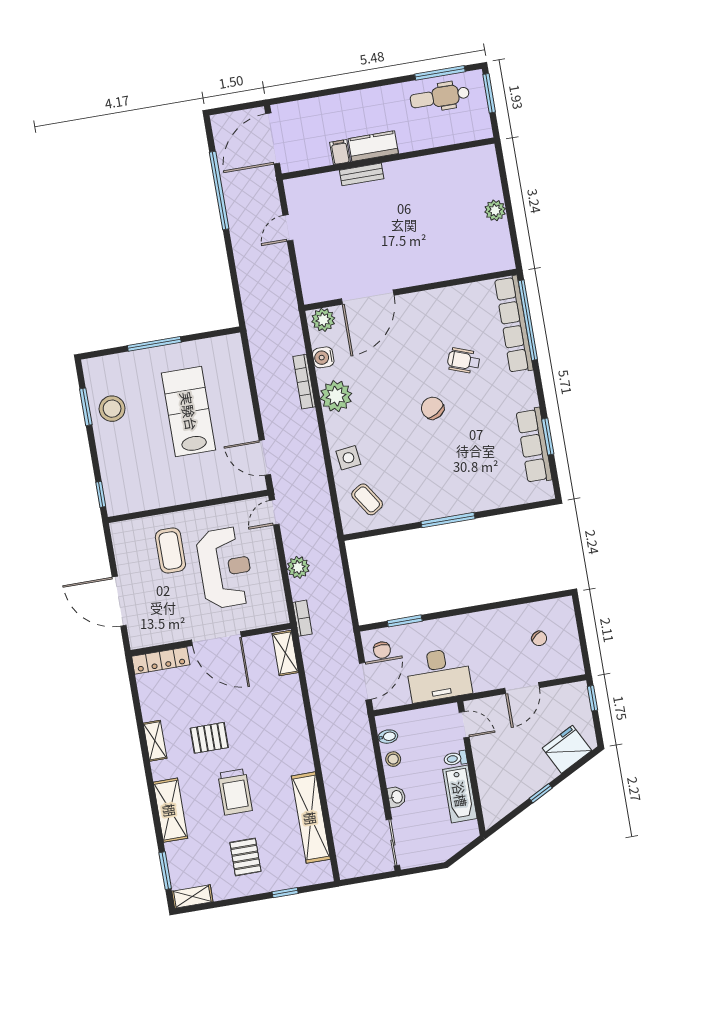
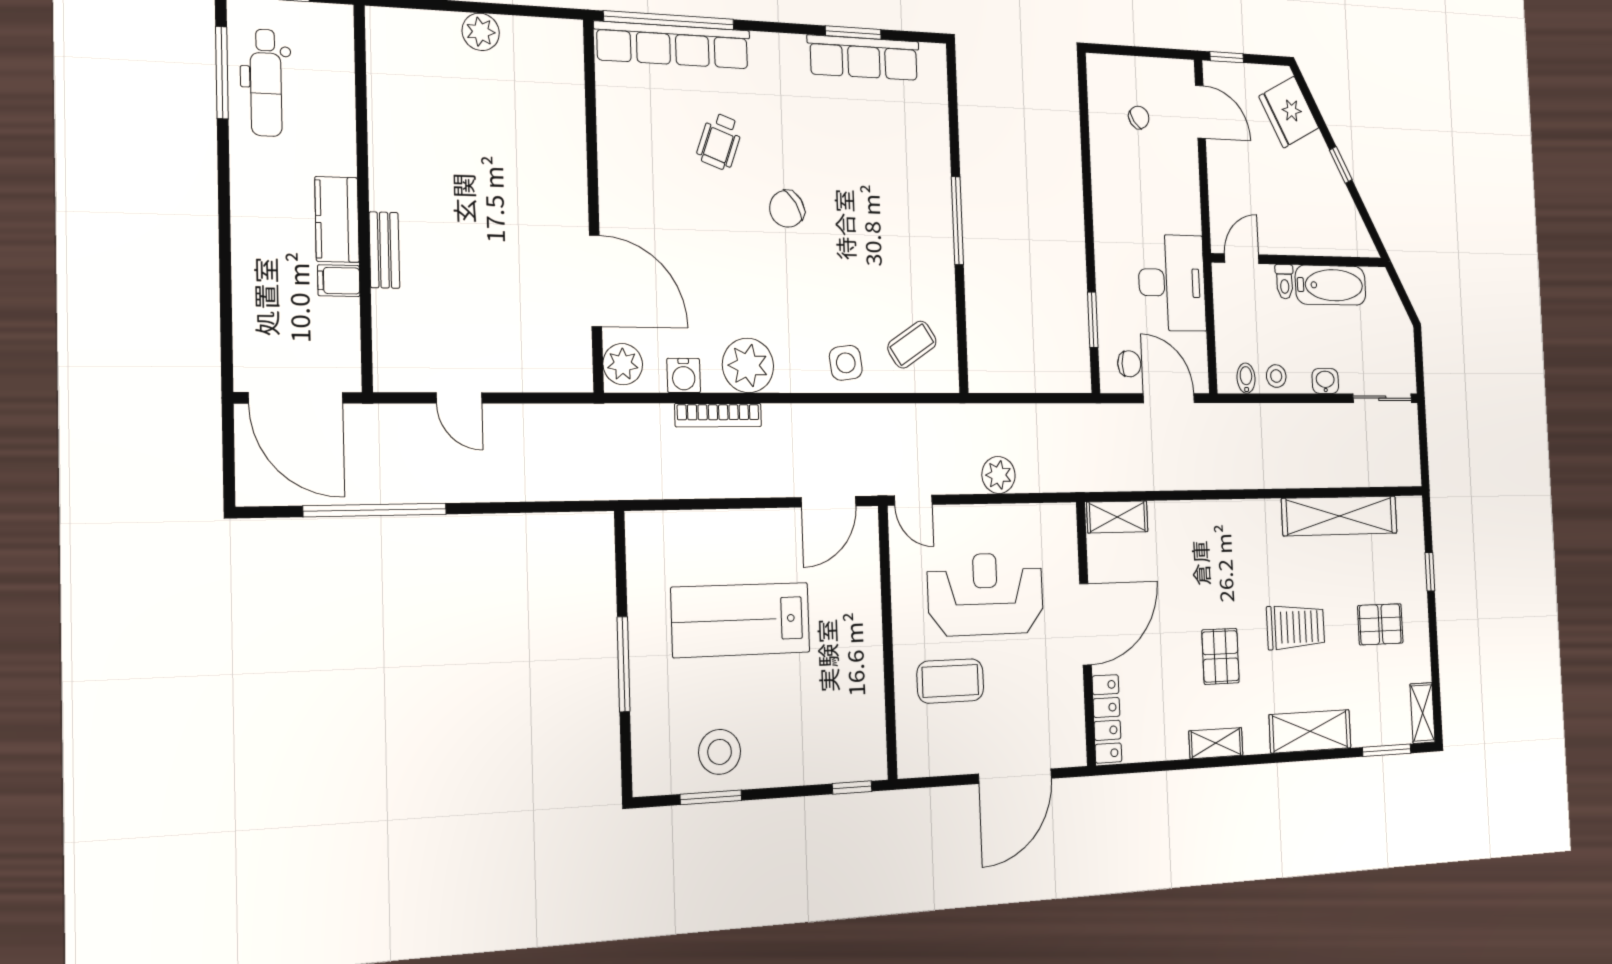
bookcase: (302, 618) -> (1072, 481), removed
door: (522, 688) -> (1200, 112), moved

